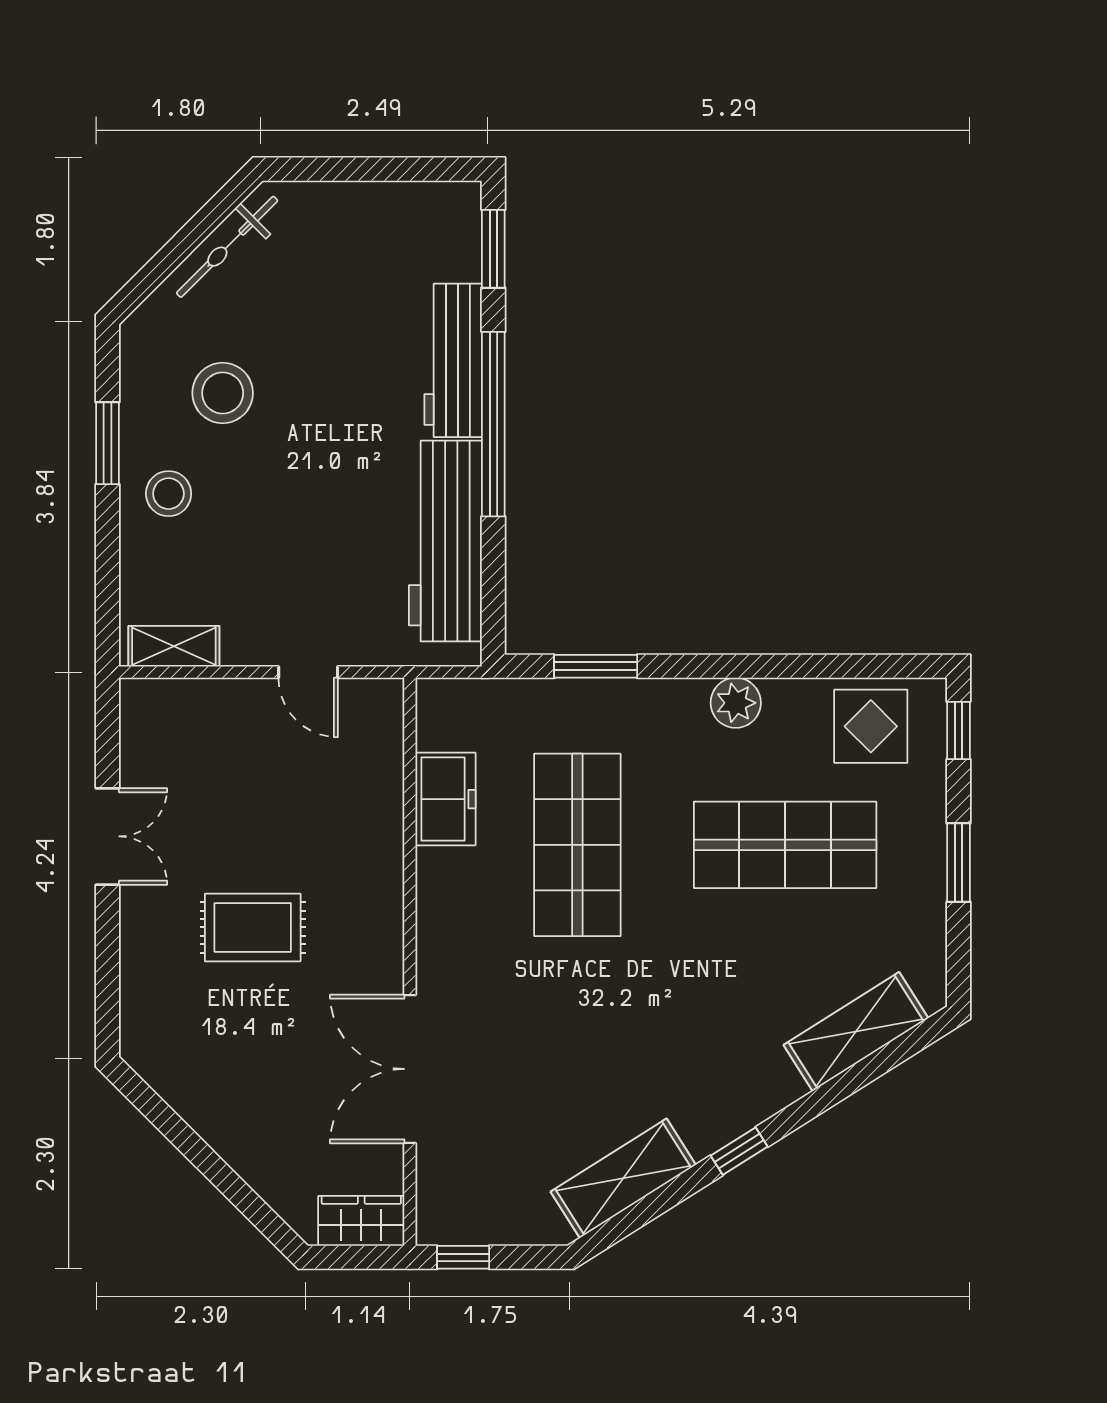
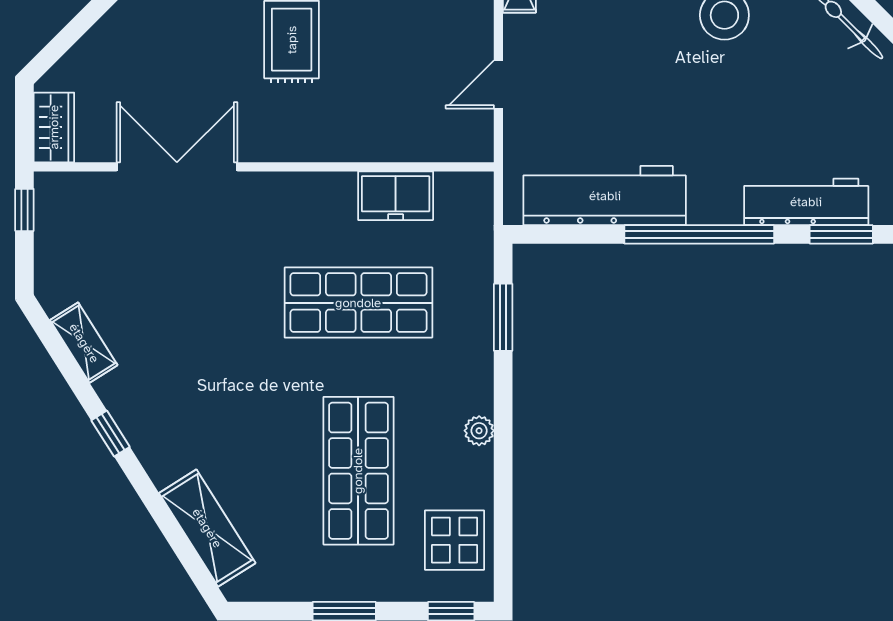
workbench: (453, 360) -> (806, 202), moved
plant: (736, 703) -> (479, 431), width x0.73, depth x0.73
shelving: (623, 1178) -> (84, 343), width x0.67, depth x0.75

